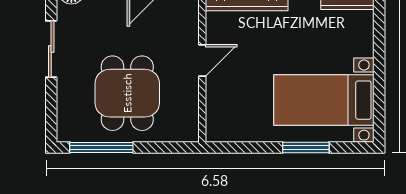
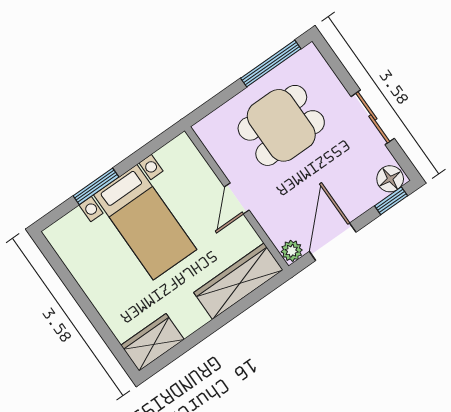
dining table: (127, 93) -> (281, 125), turned 90
bed with nightstands: (324, 100) -> (145, 222), moved, turned 90

